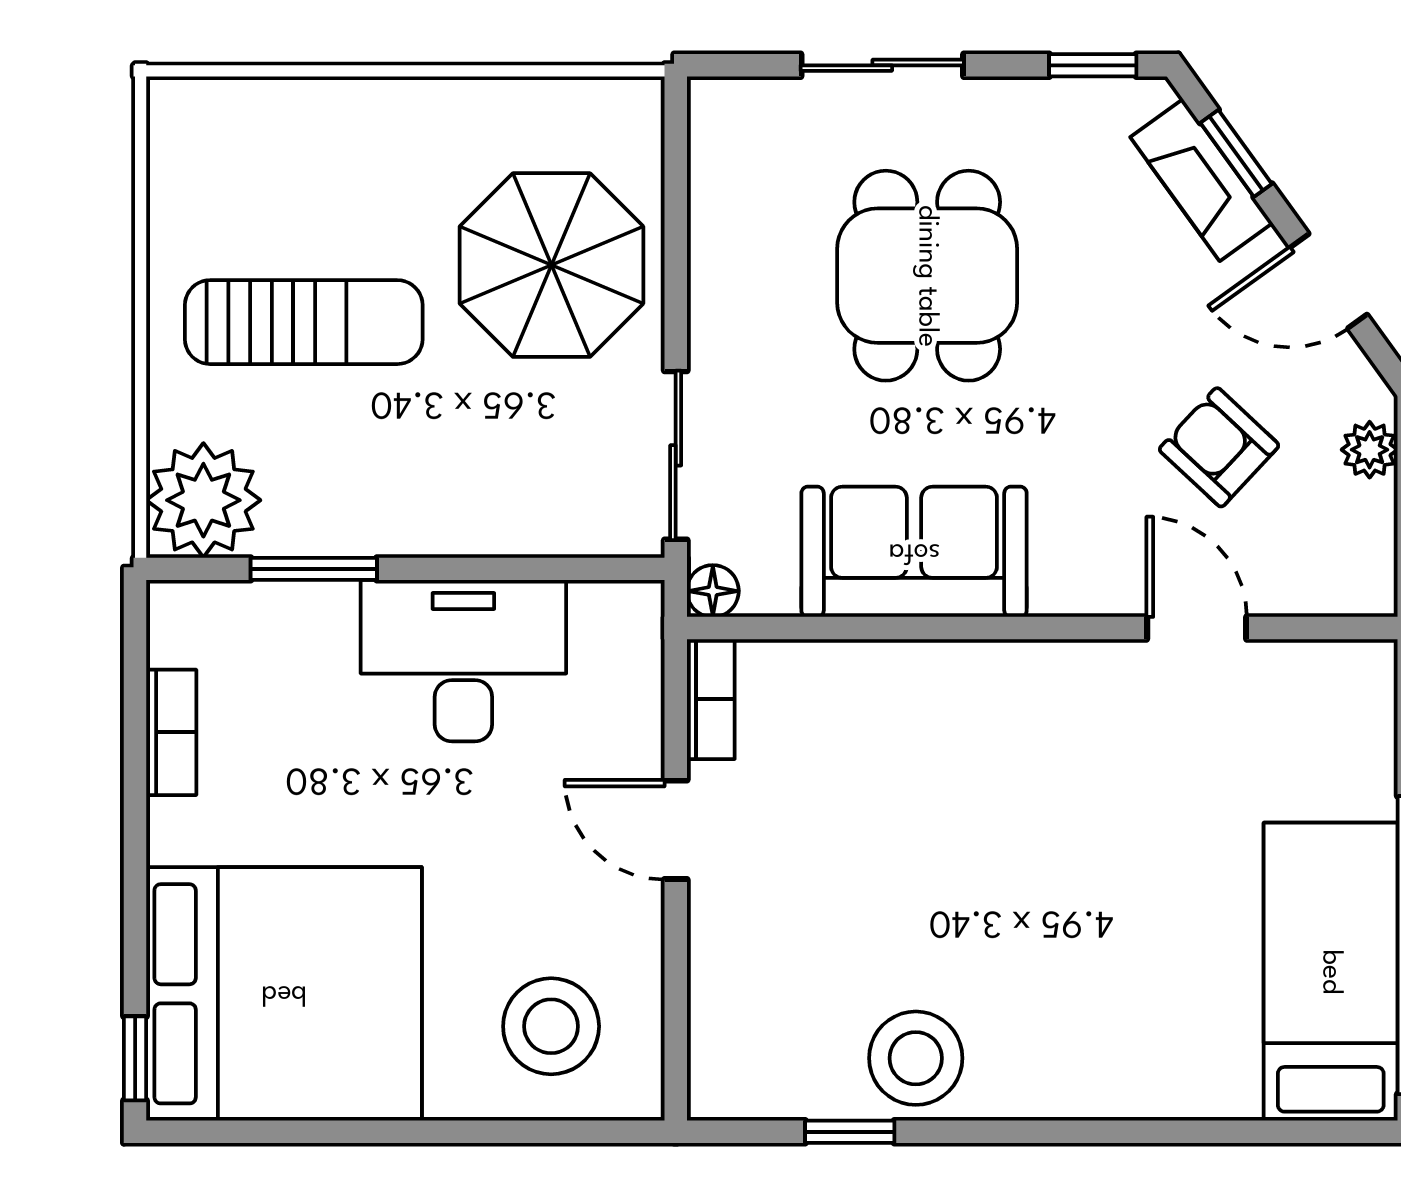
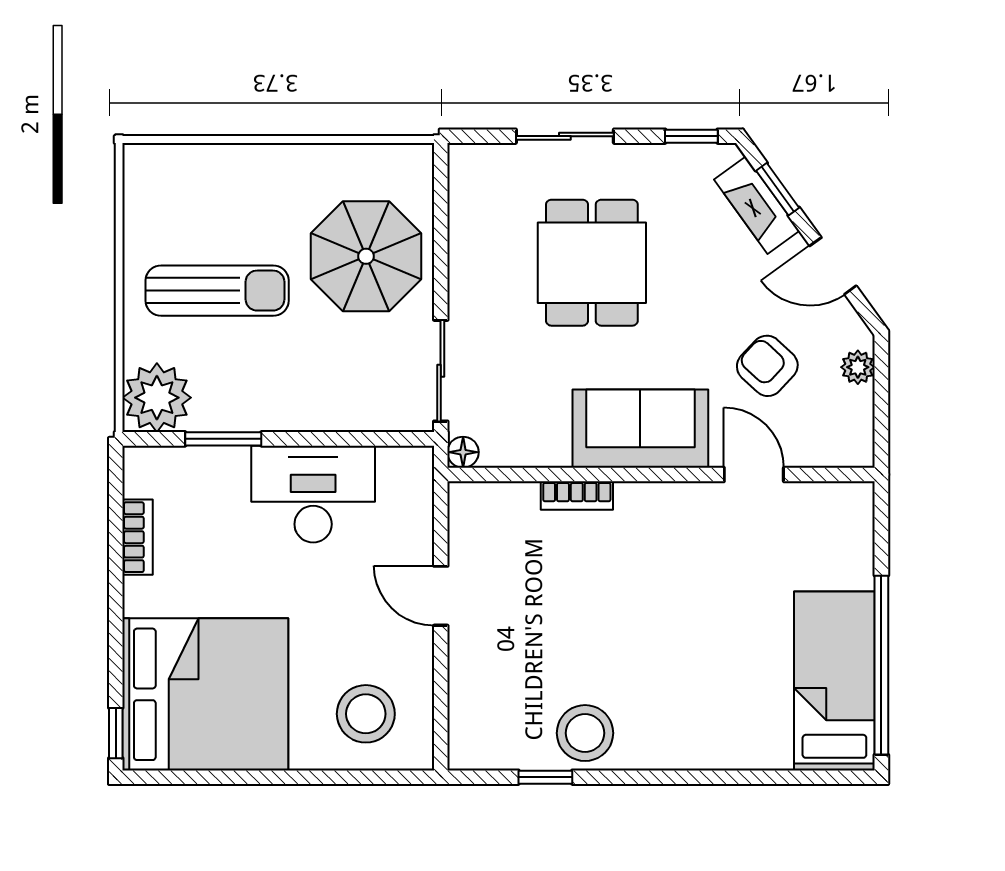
sofa: (914, 552) -> (640, 429), moved
bookcase: (711, 699) -> (577, 496), moved, turned 90

